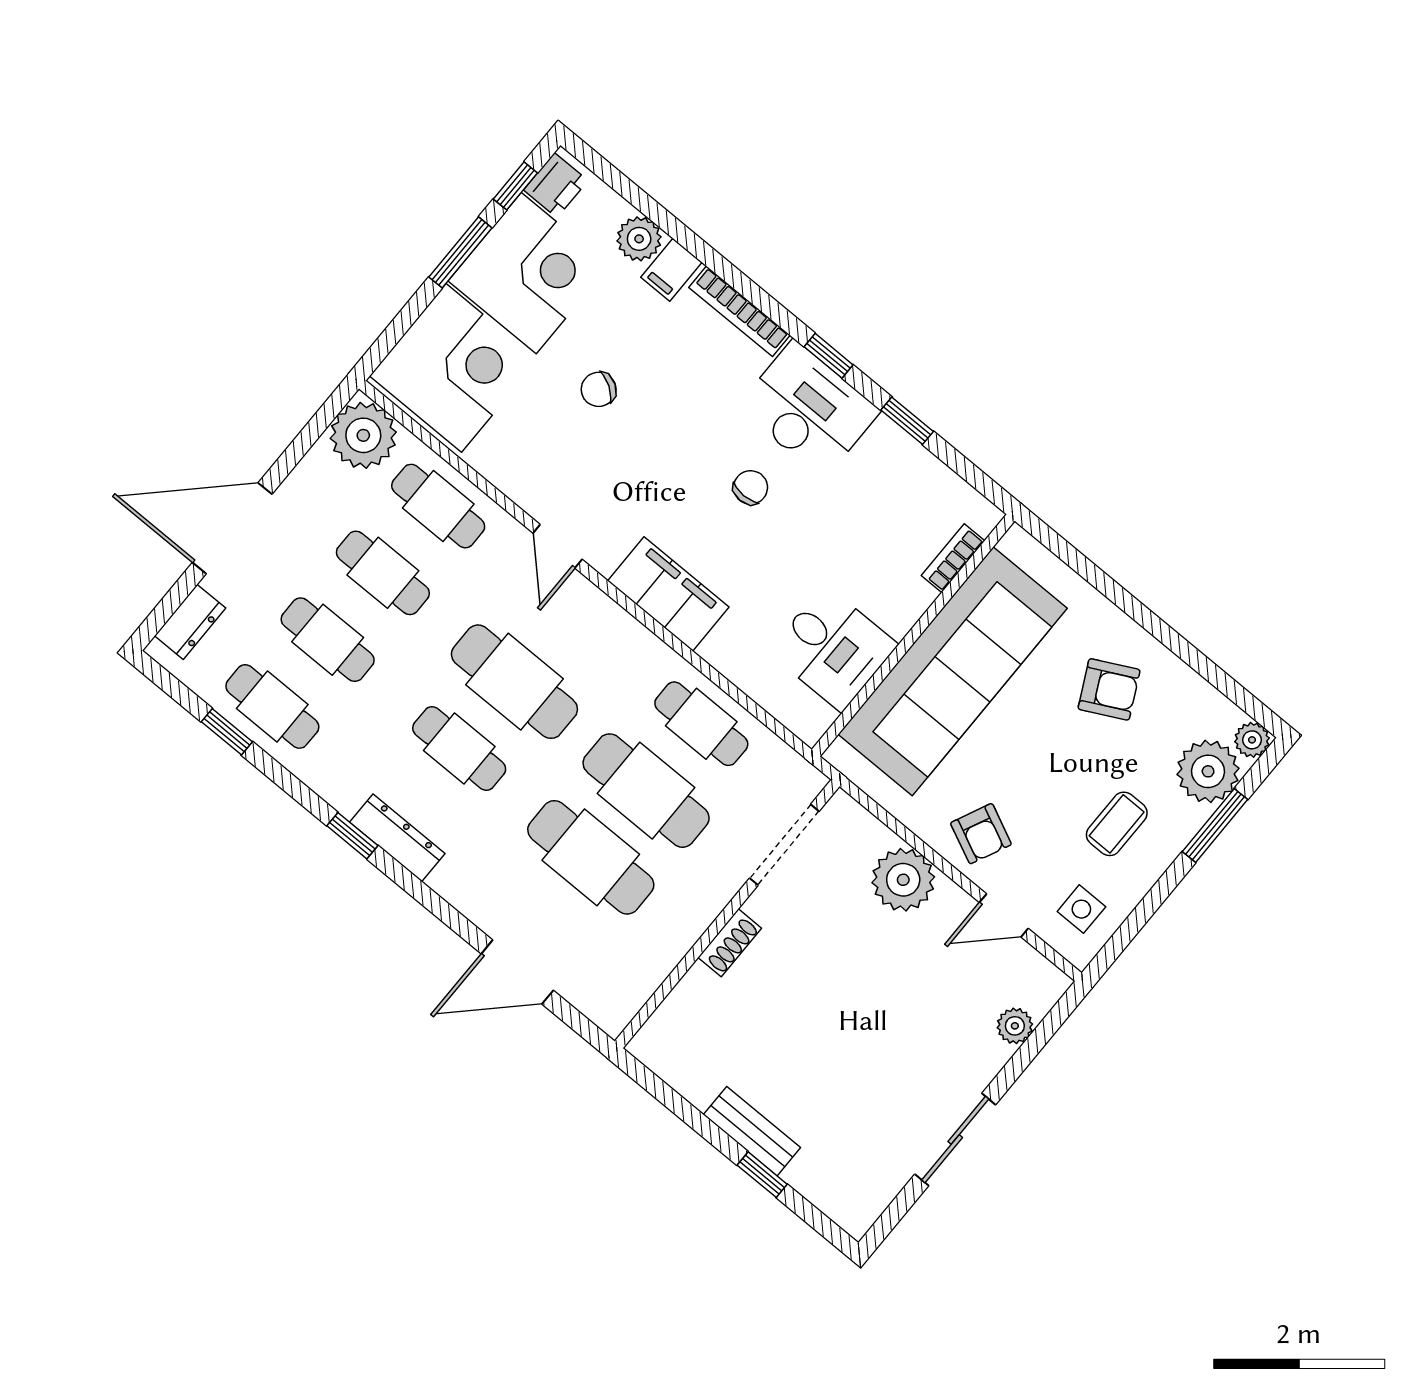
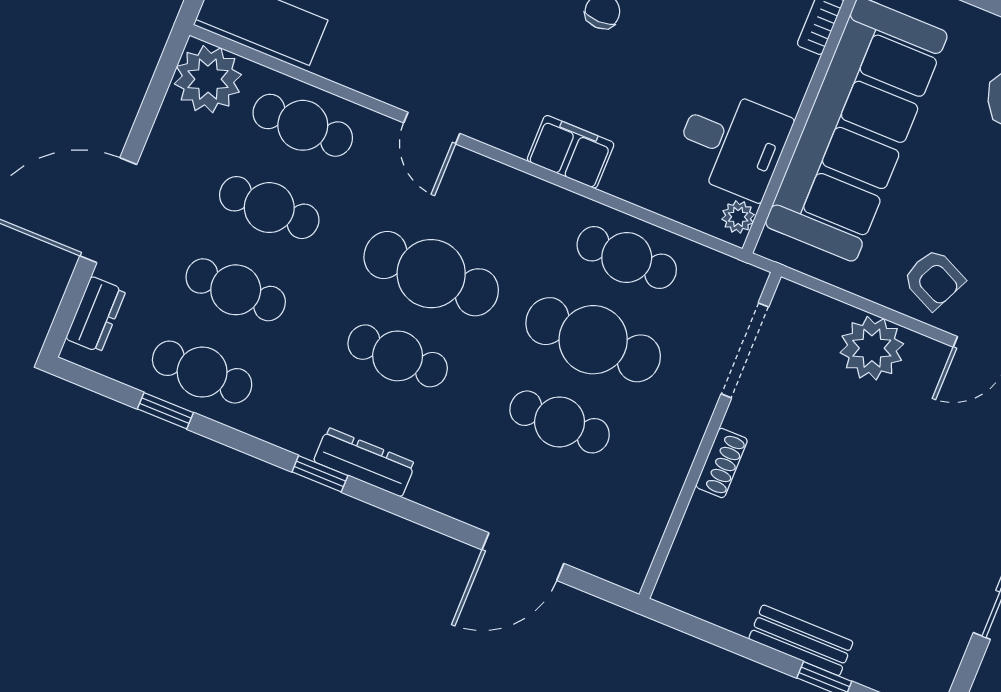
filing cabinet: (668, 594) -> (571, 152), width x0.67, depth x0.86
plant: (817, 718) -> (738, 217), added
cafe table: (591, 857) -> (560, 422), width x0.73, depth x0.74

